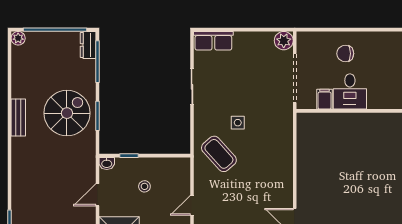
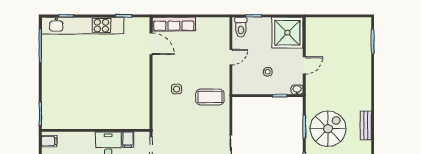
spiral stairs: (67, 113) -> (328, 129), turned 180
side table: (238, 123) -> (177, 89), moved
coffee table: (219, 154) -> (210, 97), turned -48

